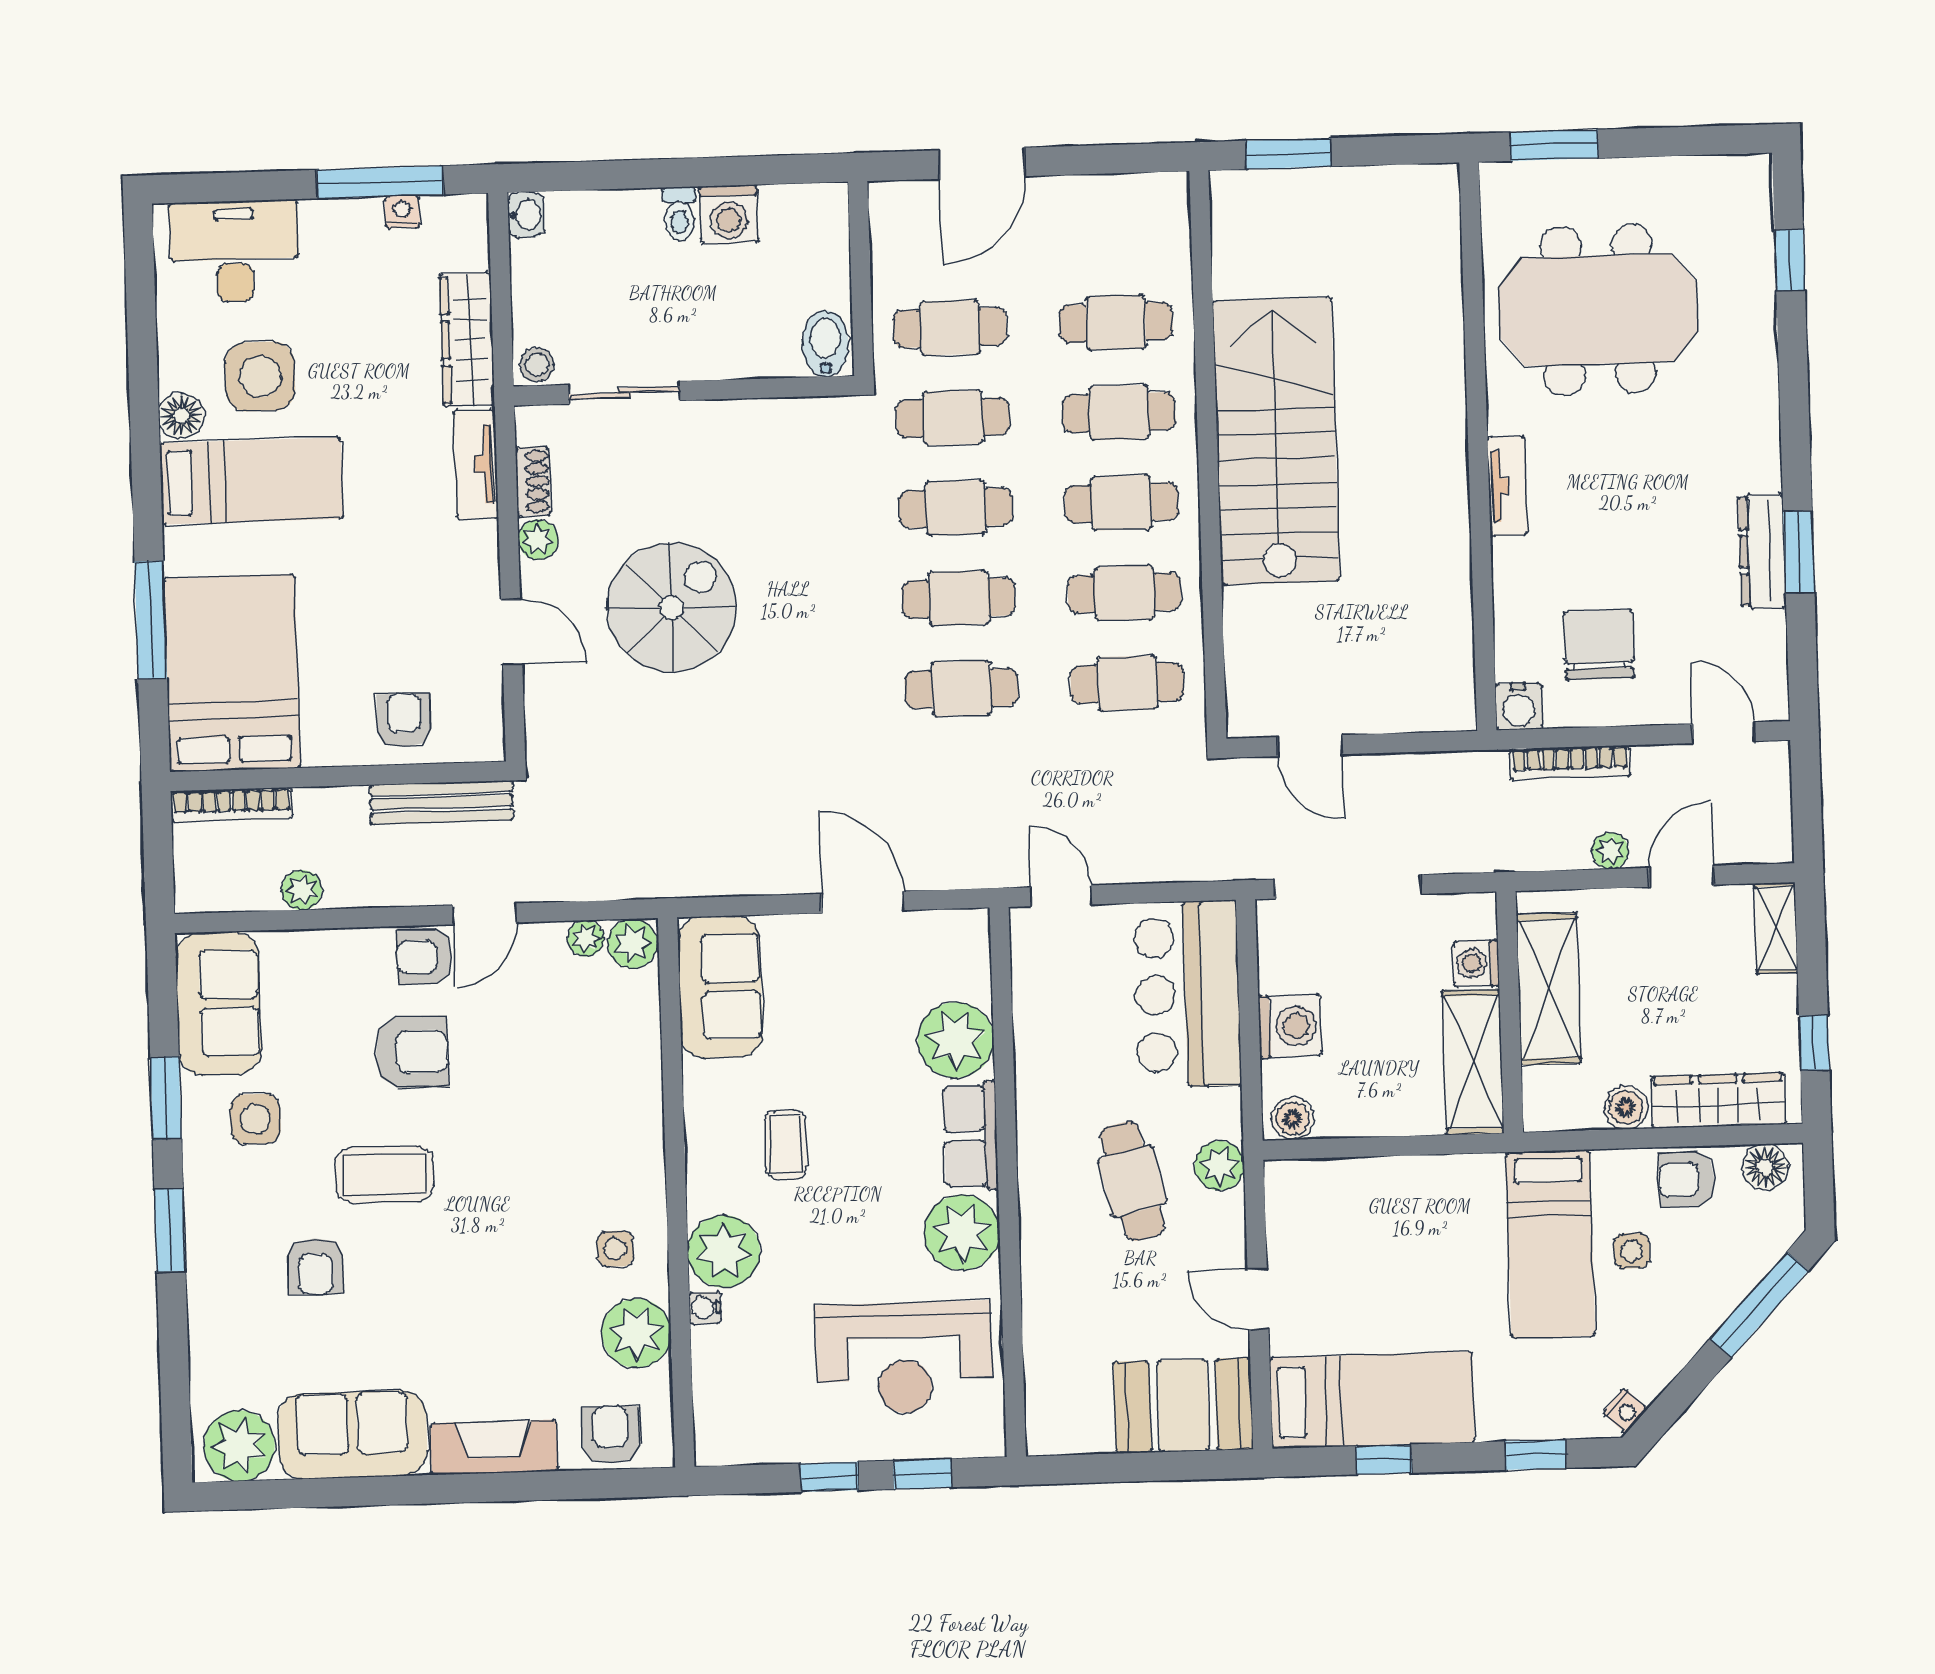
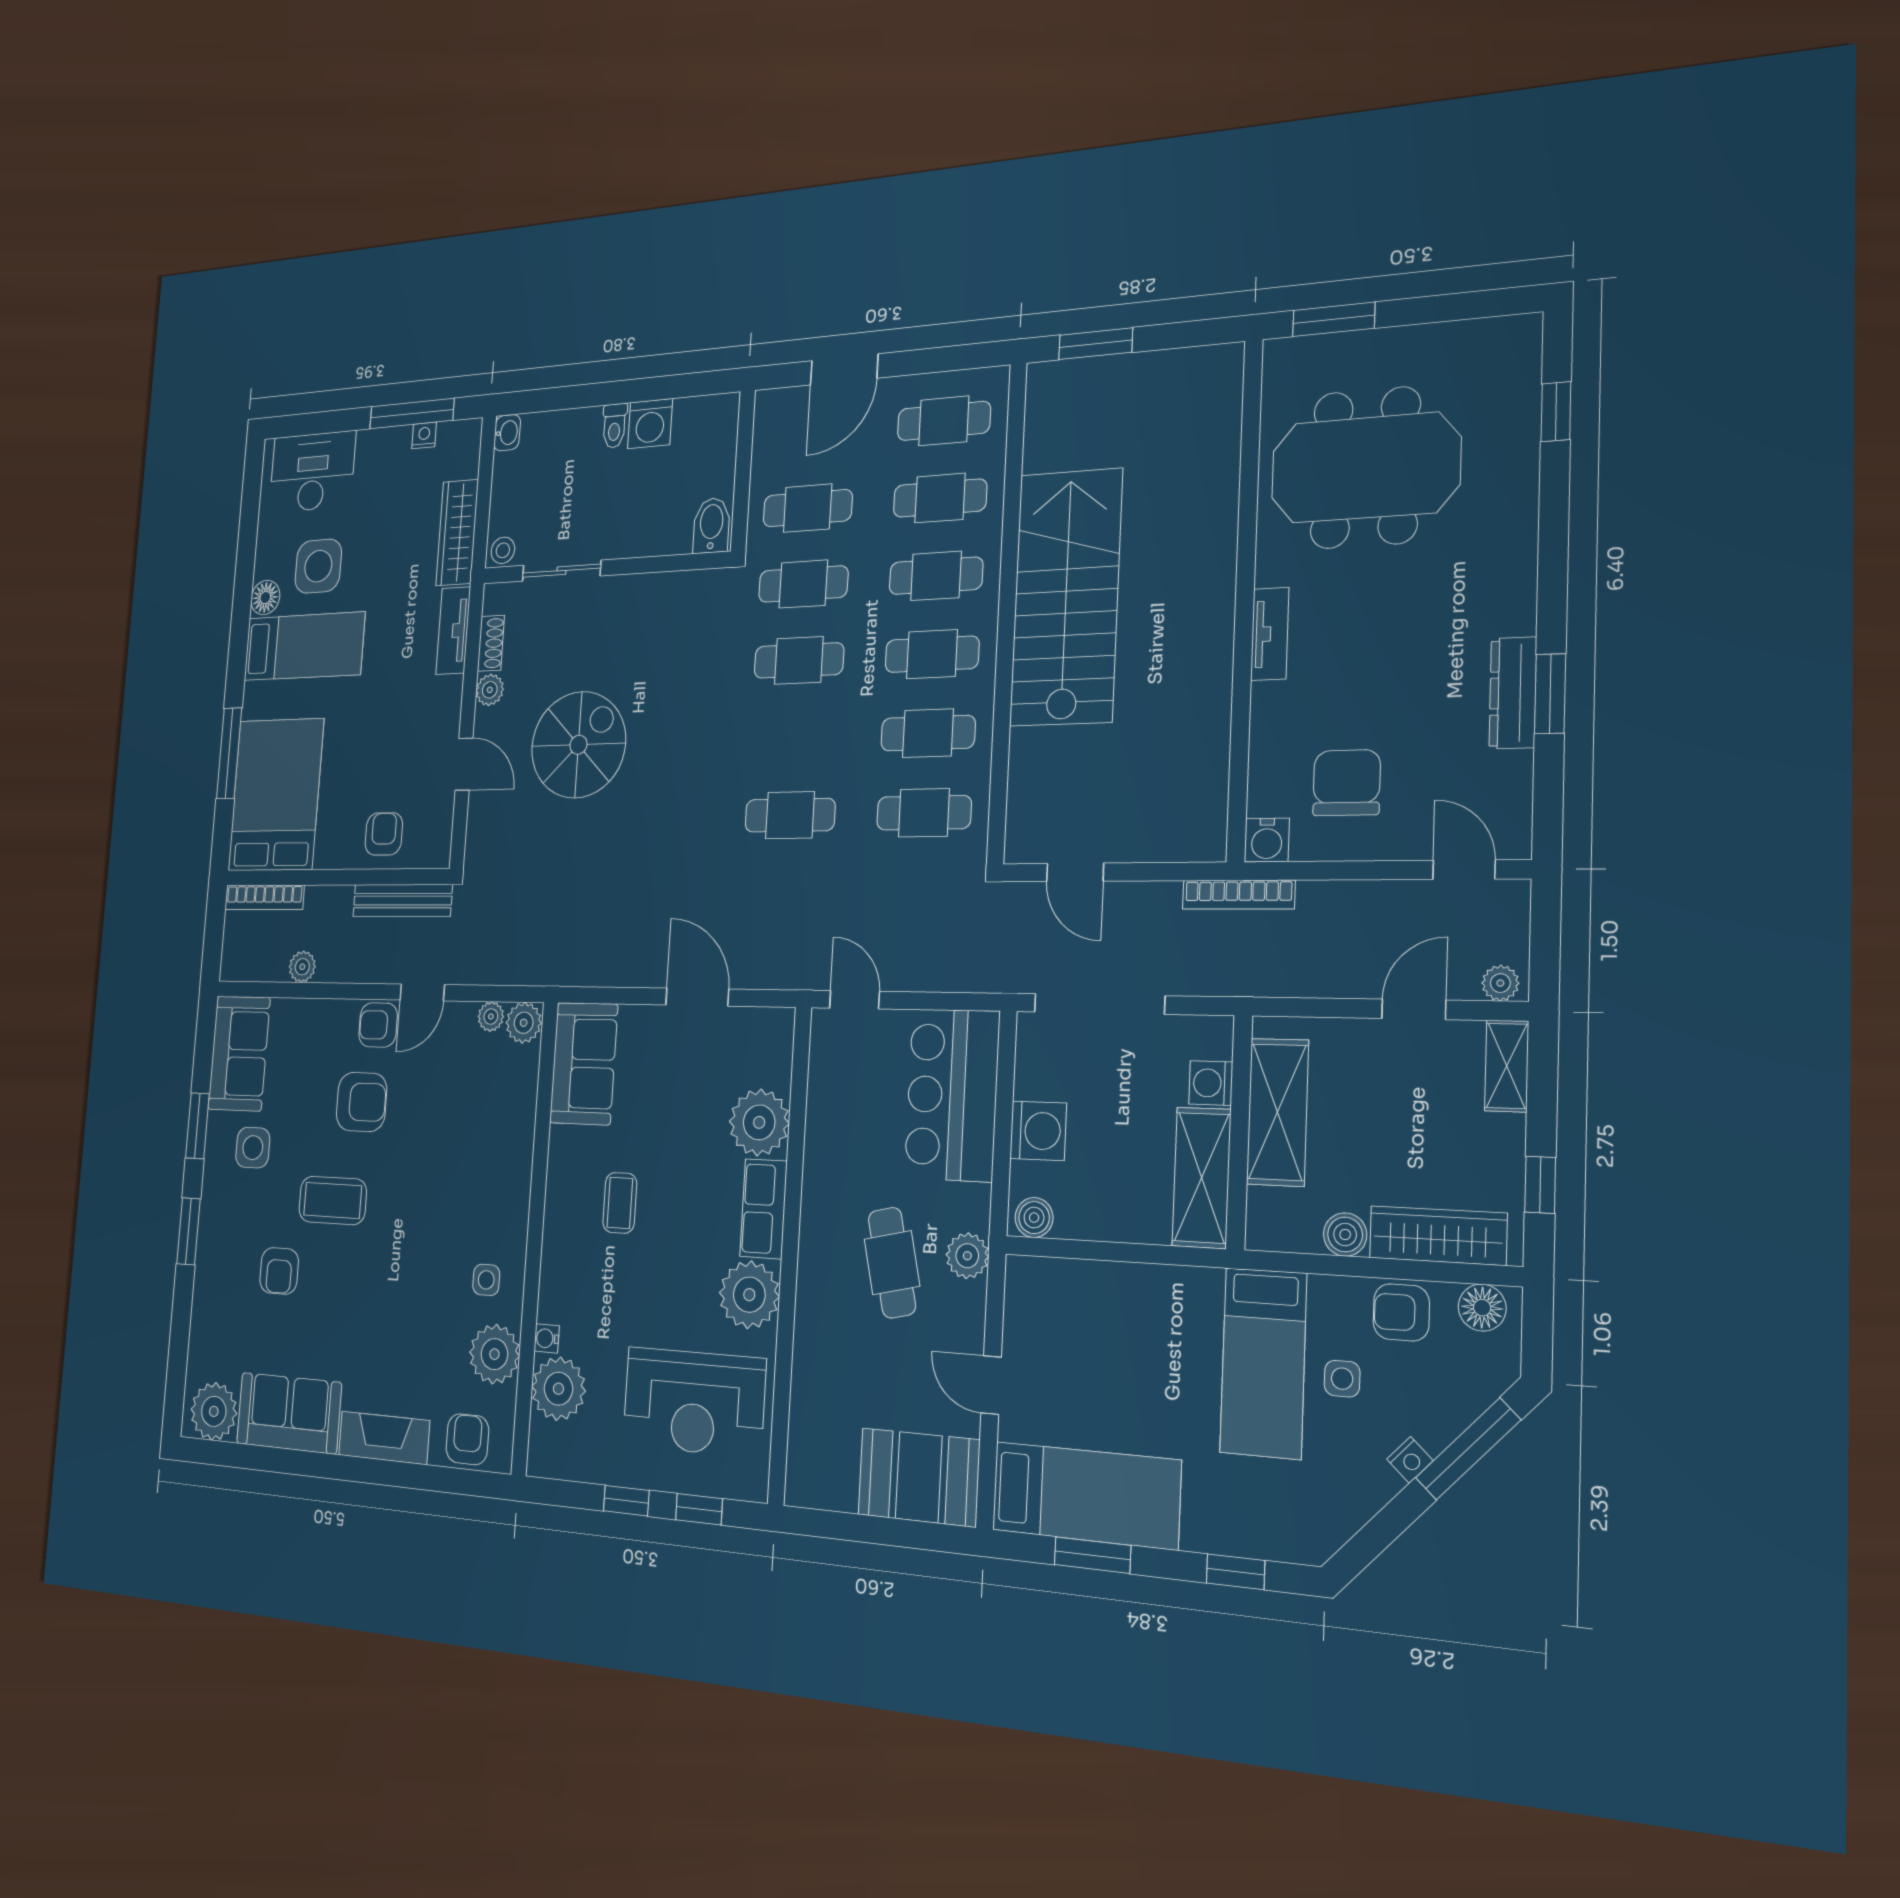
cafe table: (959, 598) -> (944, 421), moved
bookcase: (1570, 762) -> (1239, 895), moved
plant: (1610, 851) -> (1500, 983), moved
plant: (724, 1251) -> (558, 1389), moved
nightstand: (1625, 1411) -> (1410, 1460), moved
window: (1384, 1459) -> (1092, 1555), width x1.50

